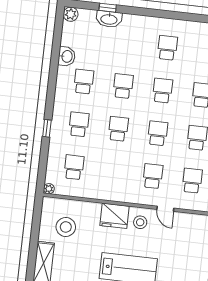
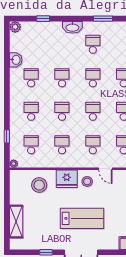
window: (184, 16) -> (103, 19), added
washbasin: (109, 19) -> (72, 27), moved
window: (47, 128) -> (7, 136), moved
school desk: (113, 172) -> (62, 145), added
stool: (66, 227) -> (39, 185), moved

